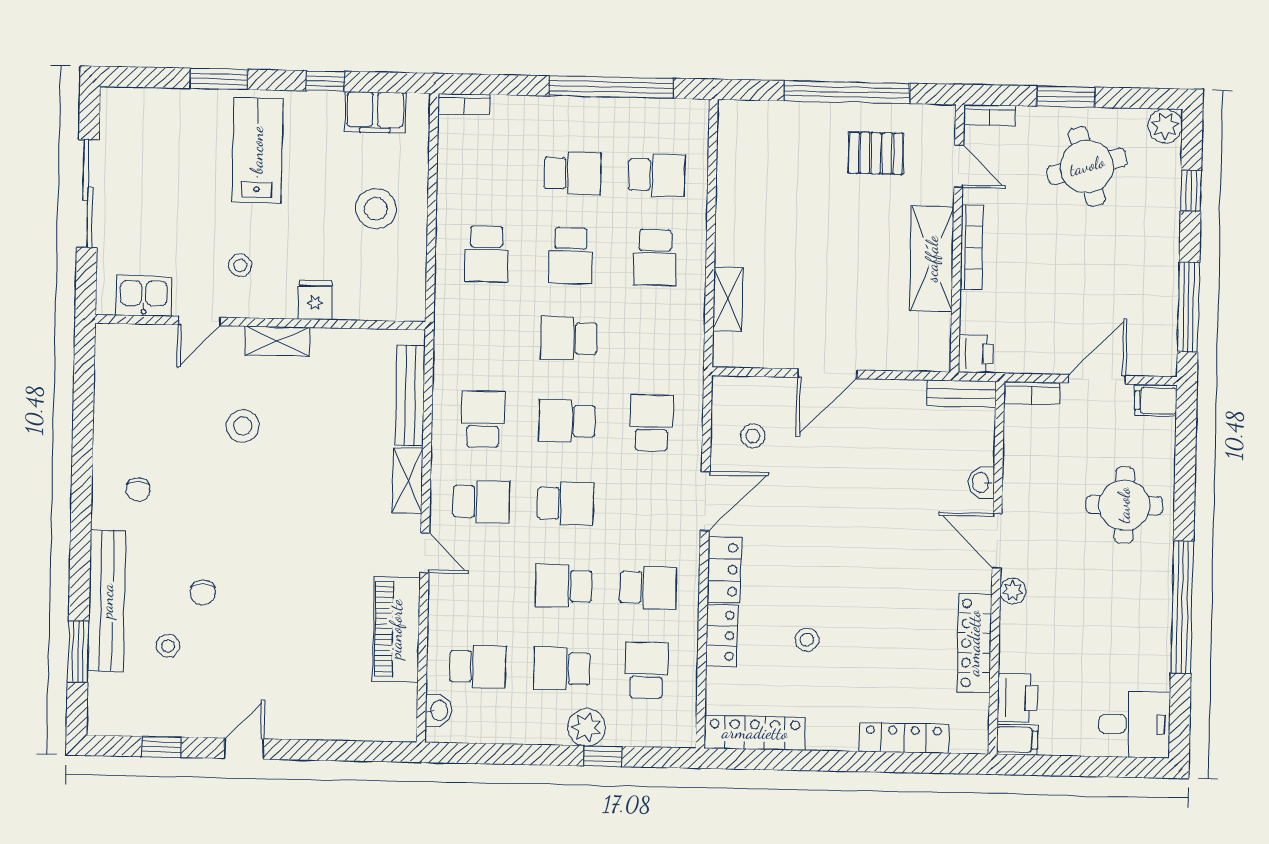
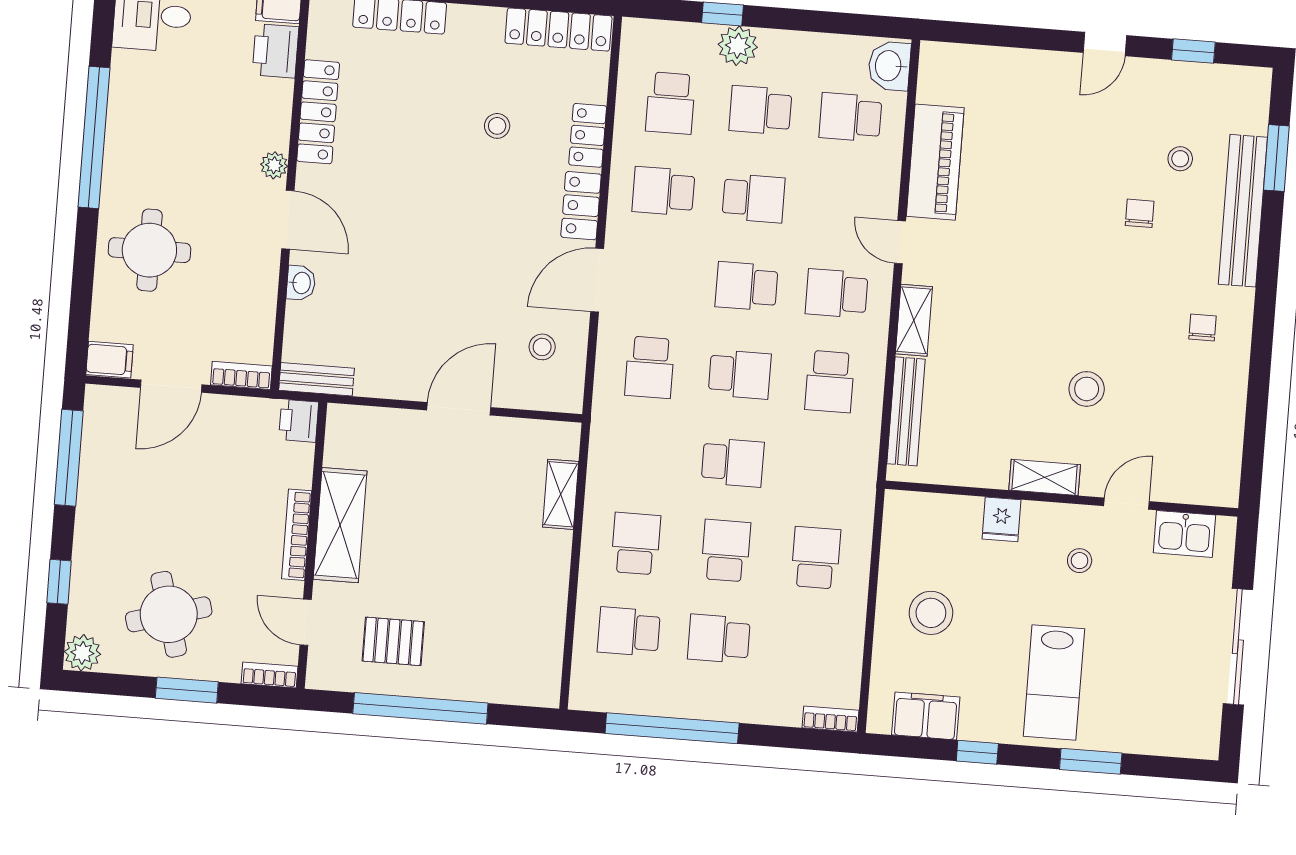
school desk: (562, 668) -> (760, 110), turned 180
washbasin: (438, 710) -> (889, 66), width x1.38, depth x1.45

